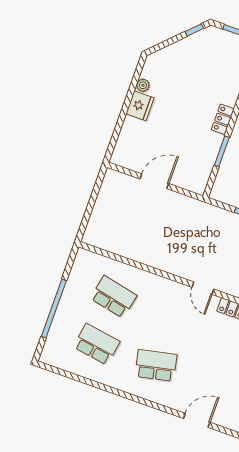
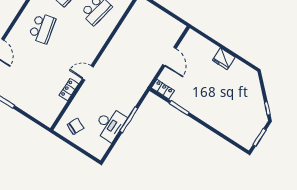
plant: (143, 85) -> (237, 64), removed
locker: (223, 119) -> (163, 89), moved

